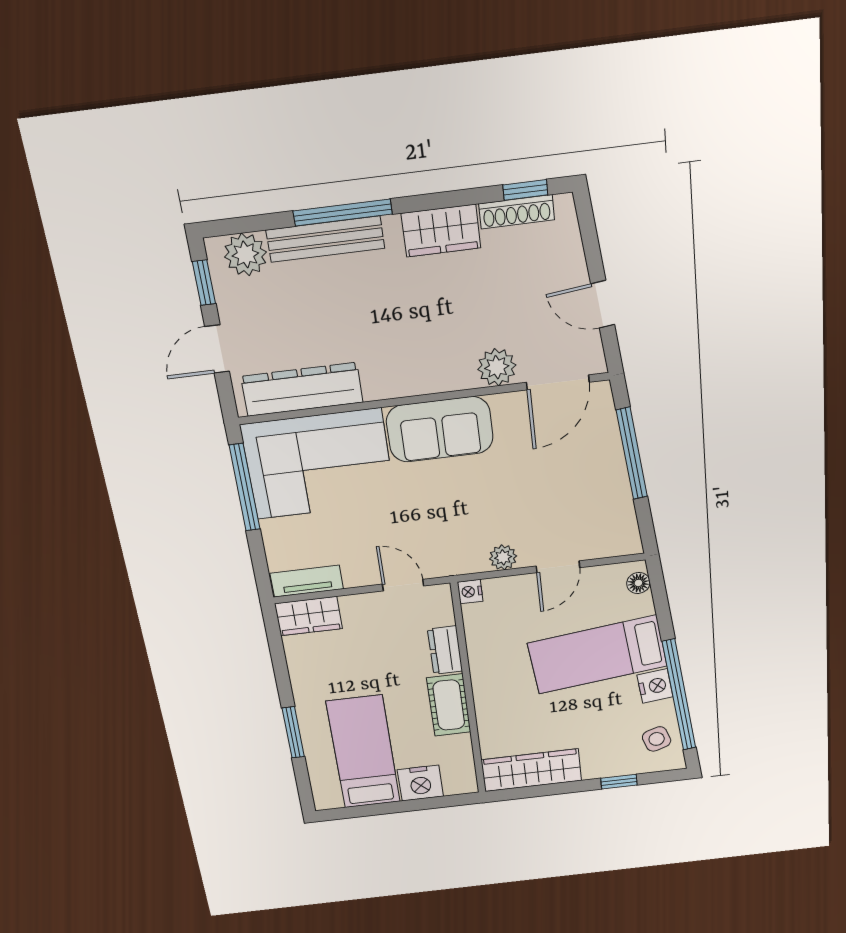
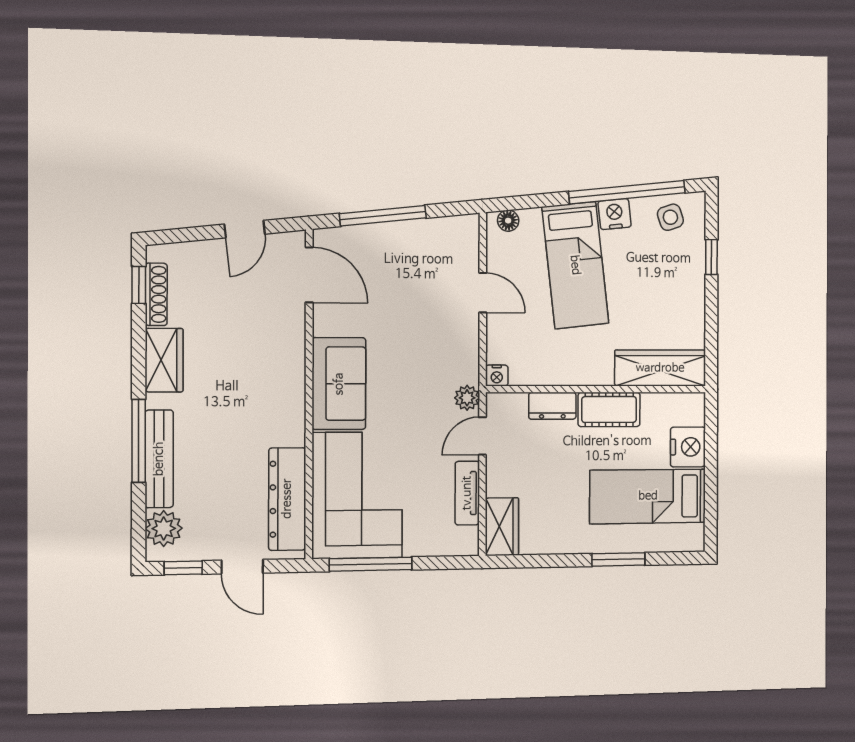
plant: (497, 367) -> (289, 327), removed
plant: (503, 557) -> (467, 398), moved
tv unit: (307, 581) -> (467, 493), moved
wardrobe: (531, 770) -> (660, 368), moved, turned 90

